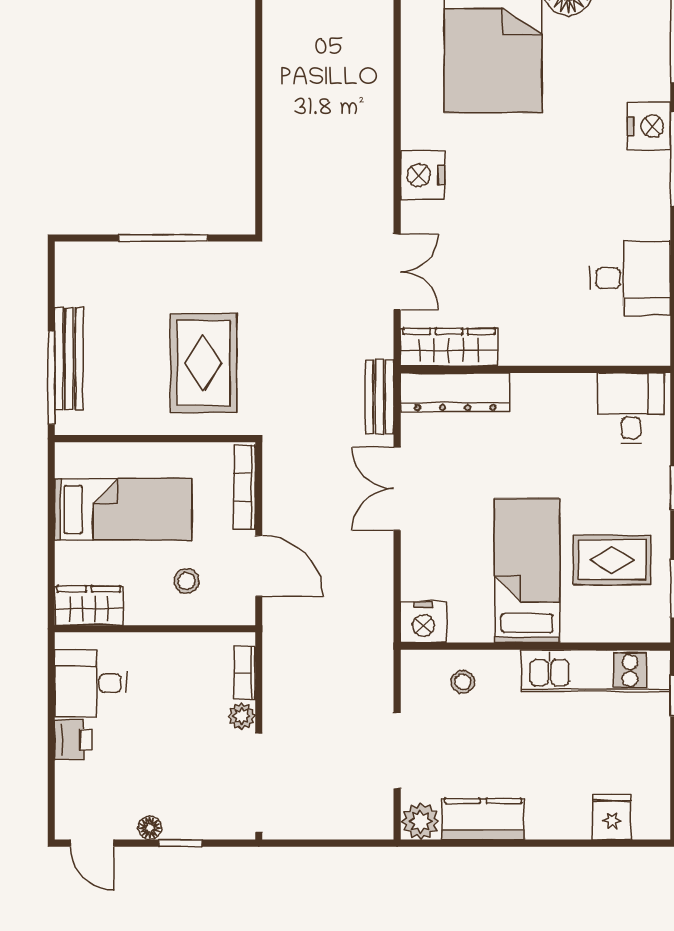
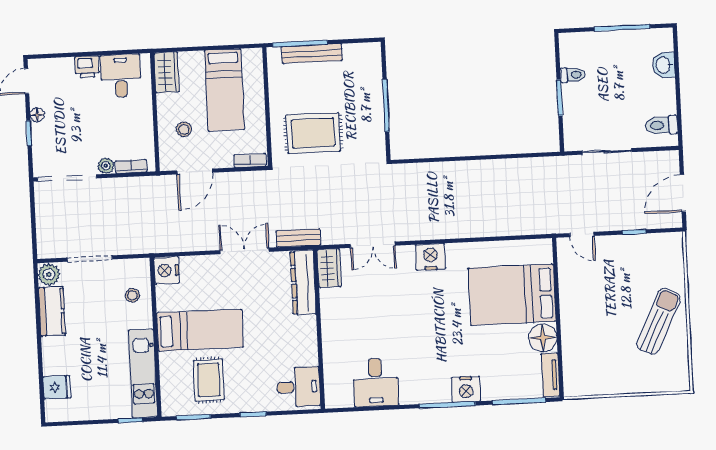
wardrobe: (449, 347) -> (329, 268), width x0.67
bookcase: (244, 487) -> (250, 160), width x0.64

